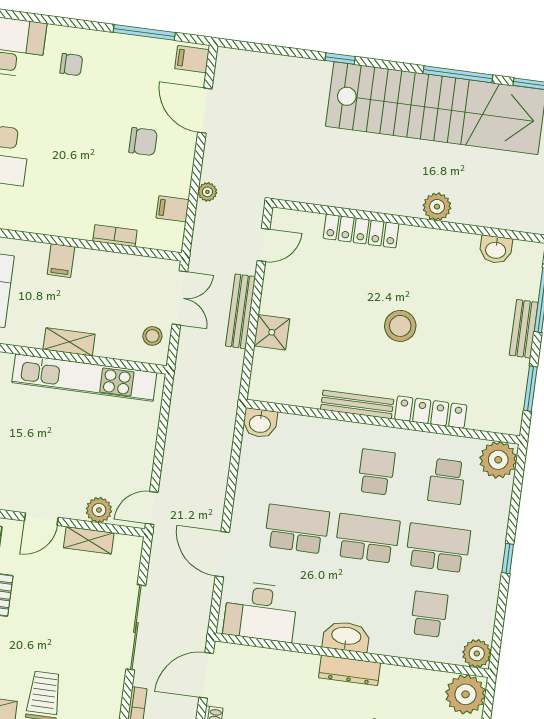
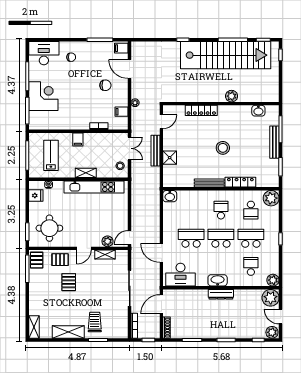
bench: (524, 329) -> (274, 142), width x1.36

